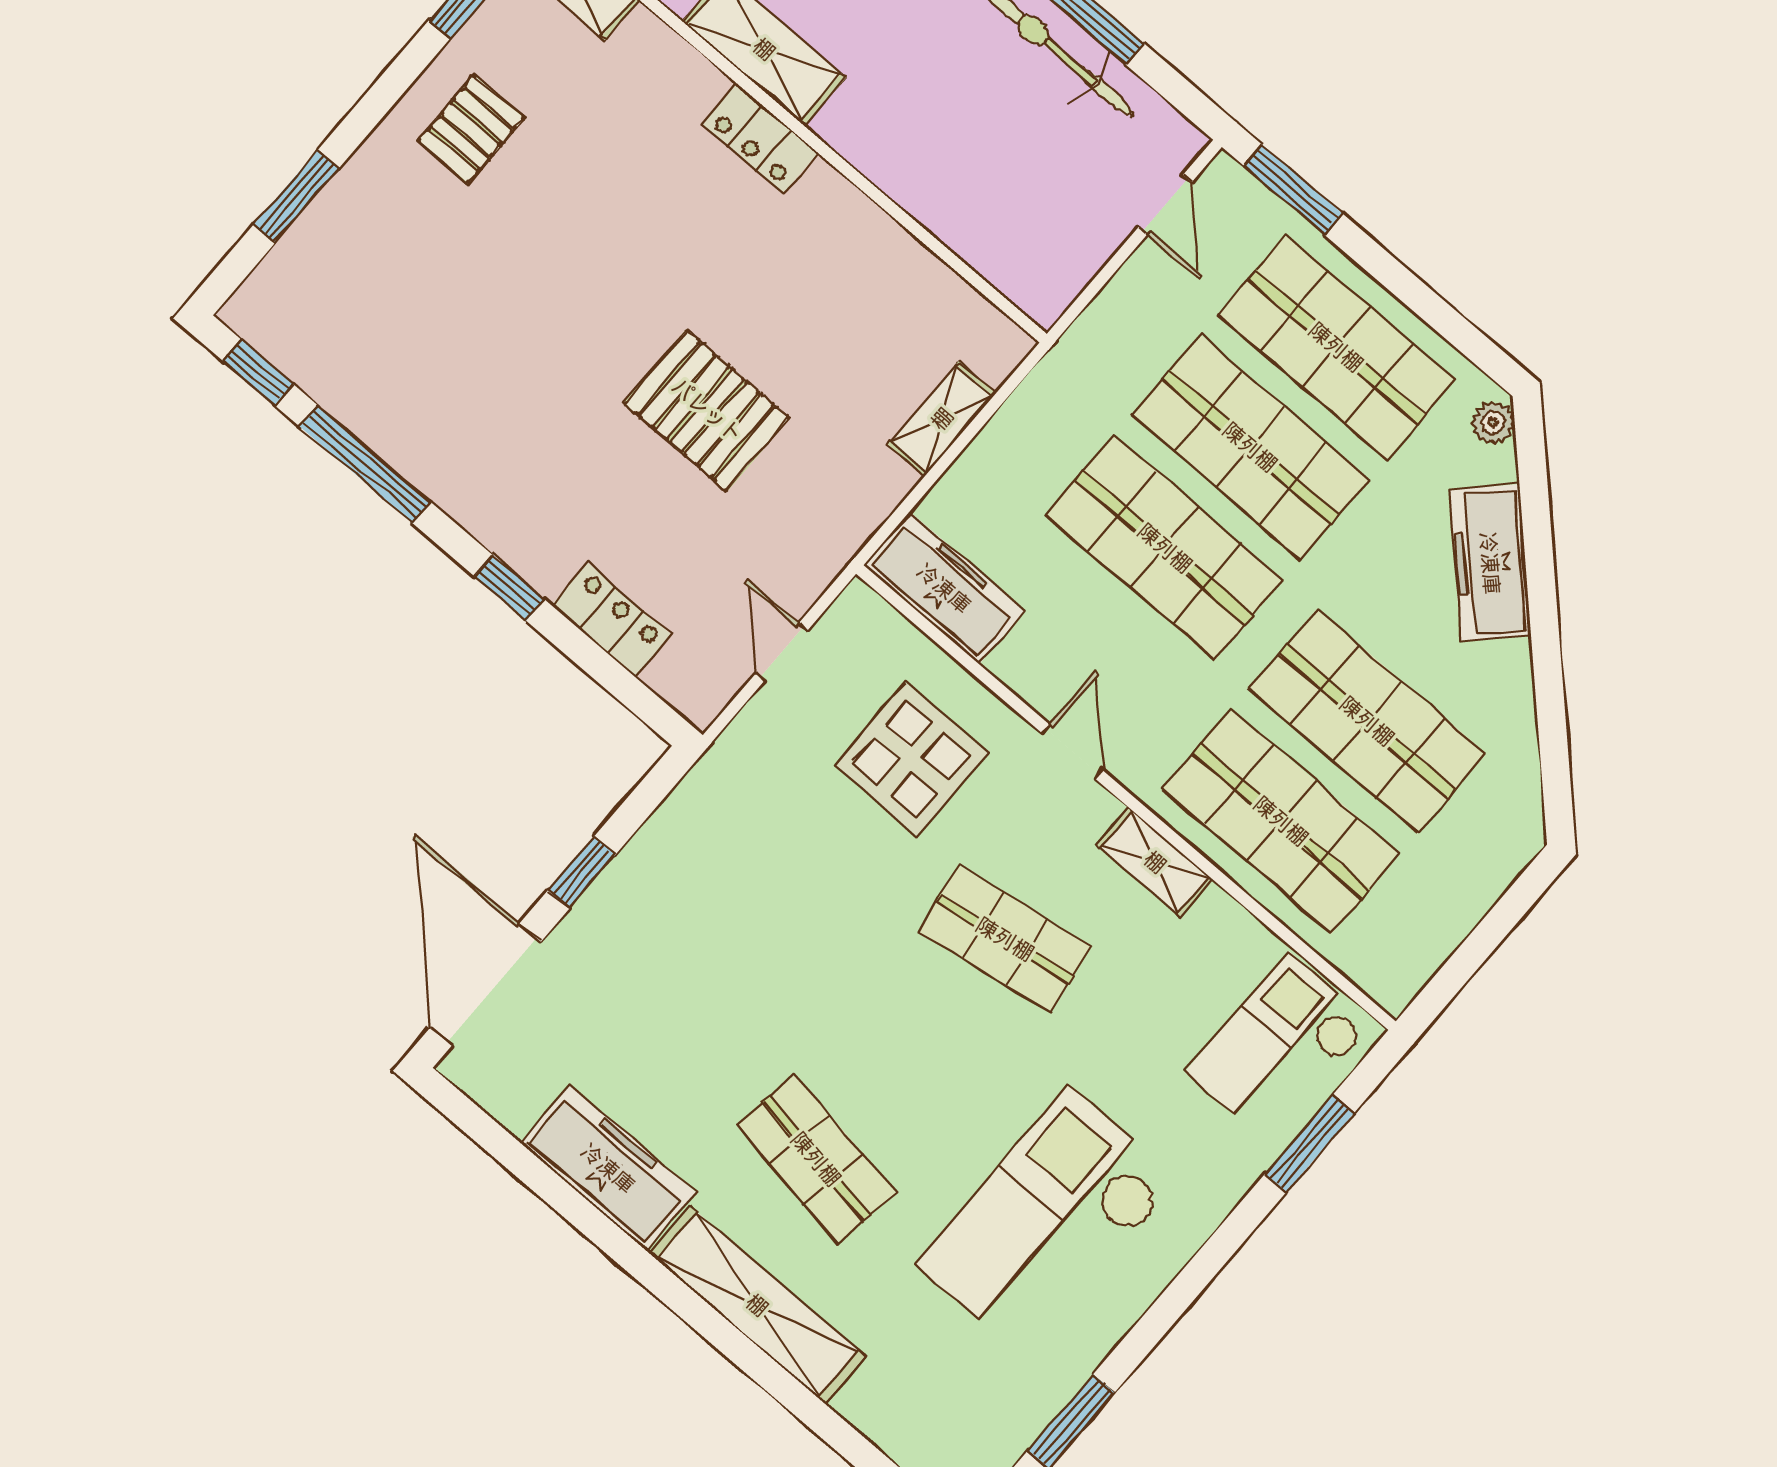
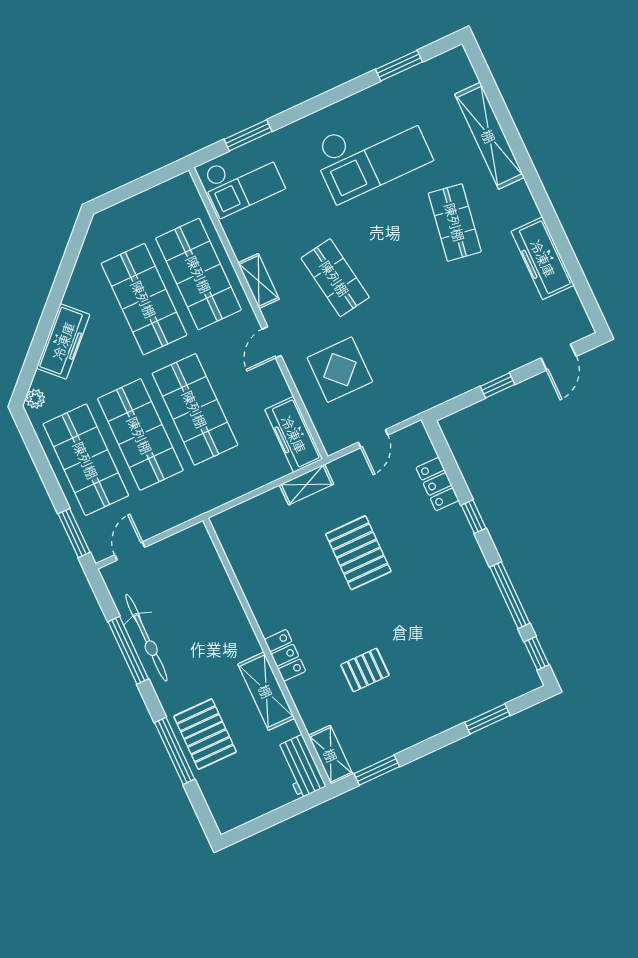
pallet: (471, 129) -> (365, 670), moved
shelving: (942, 419) -> (307, 485), moved
door: (486, 985) -> (559, 357), width x0.53
shelving: (757, 1305) -> (489, 136), moved

